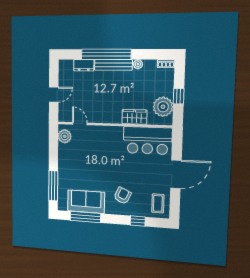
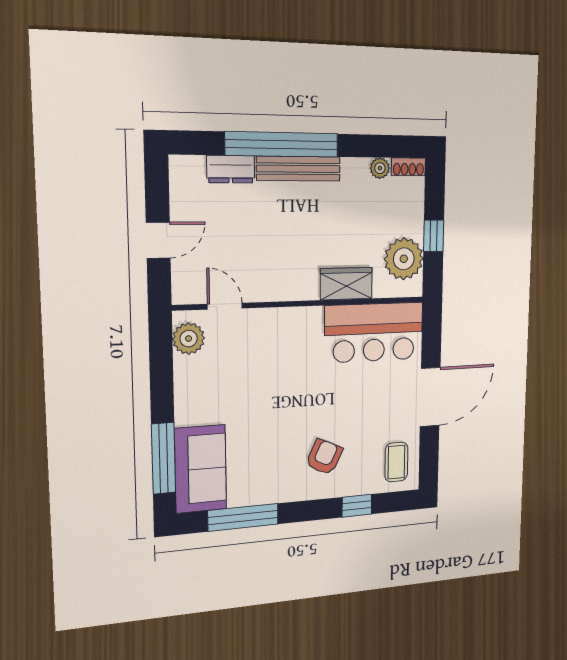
plant: (138, 64) -> (380, 168), moved
sofa: (86, 202) -> (201, 469), moved, turned 90

